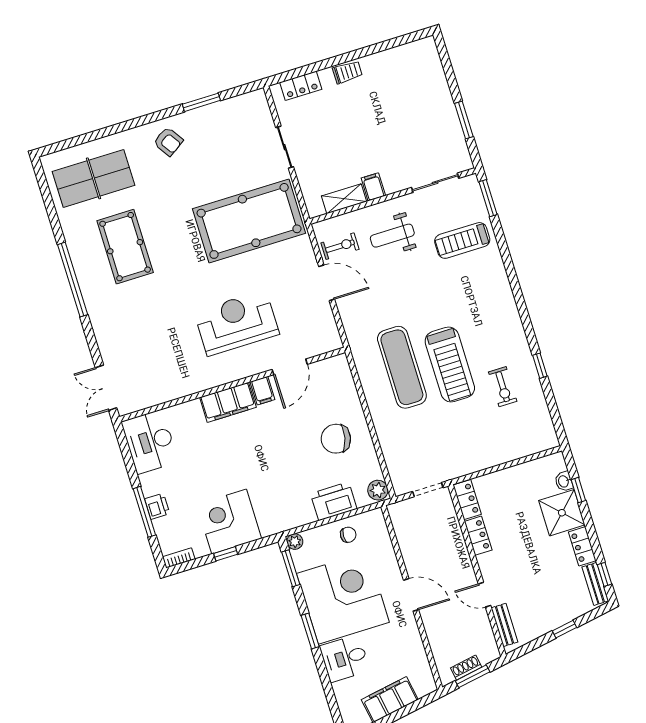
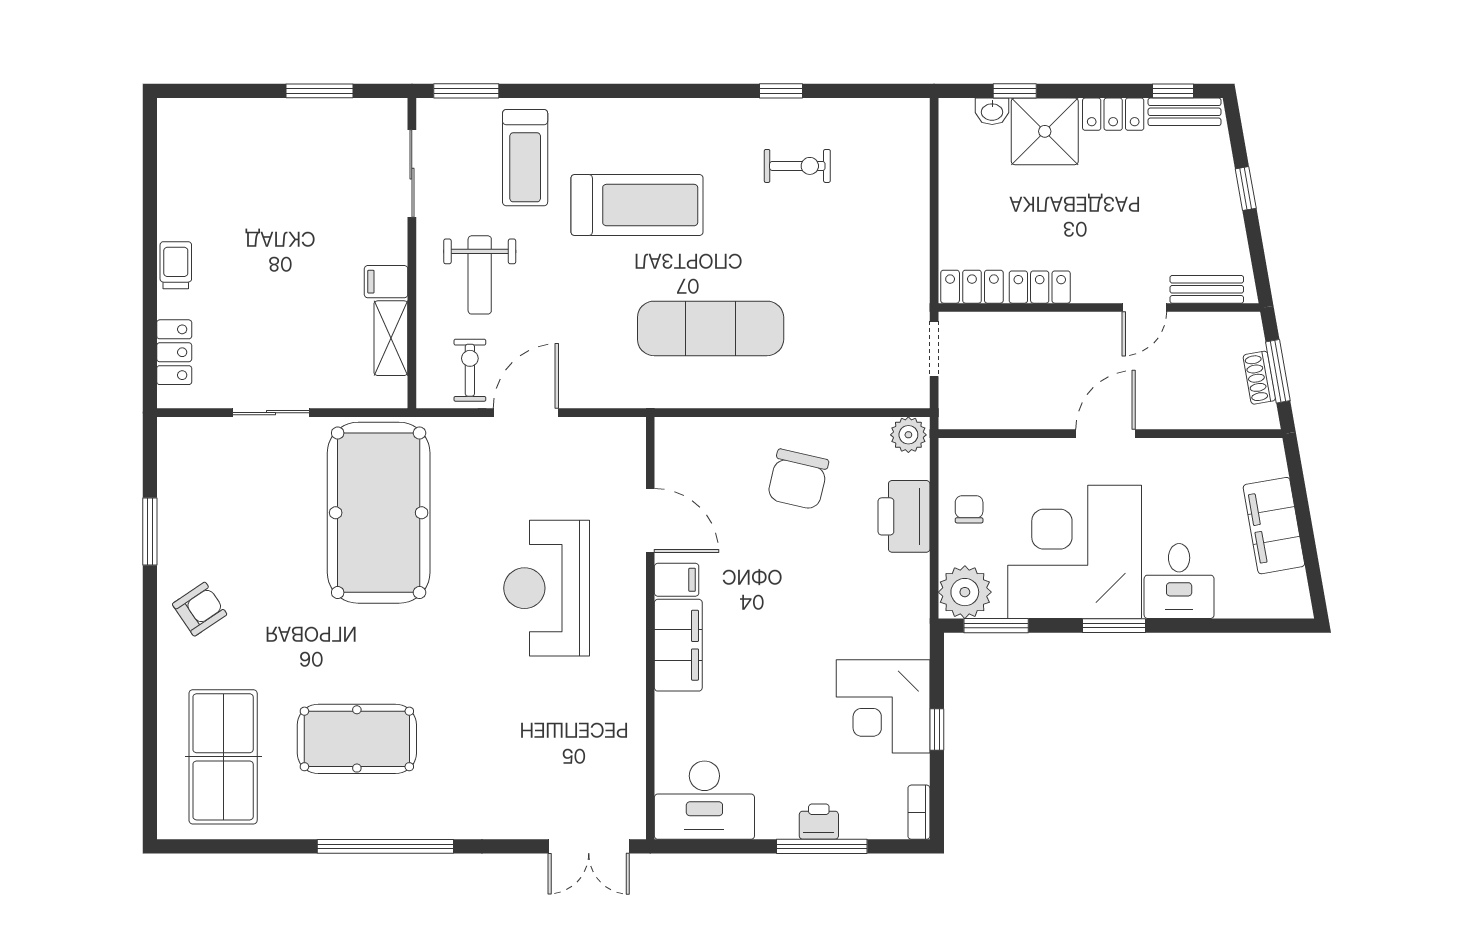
treadmill: (450, 365) -> (637, 205), moved
plant: (295, 542) -> (965, 592), width x1.88, depth x1.88

